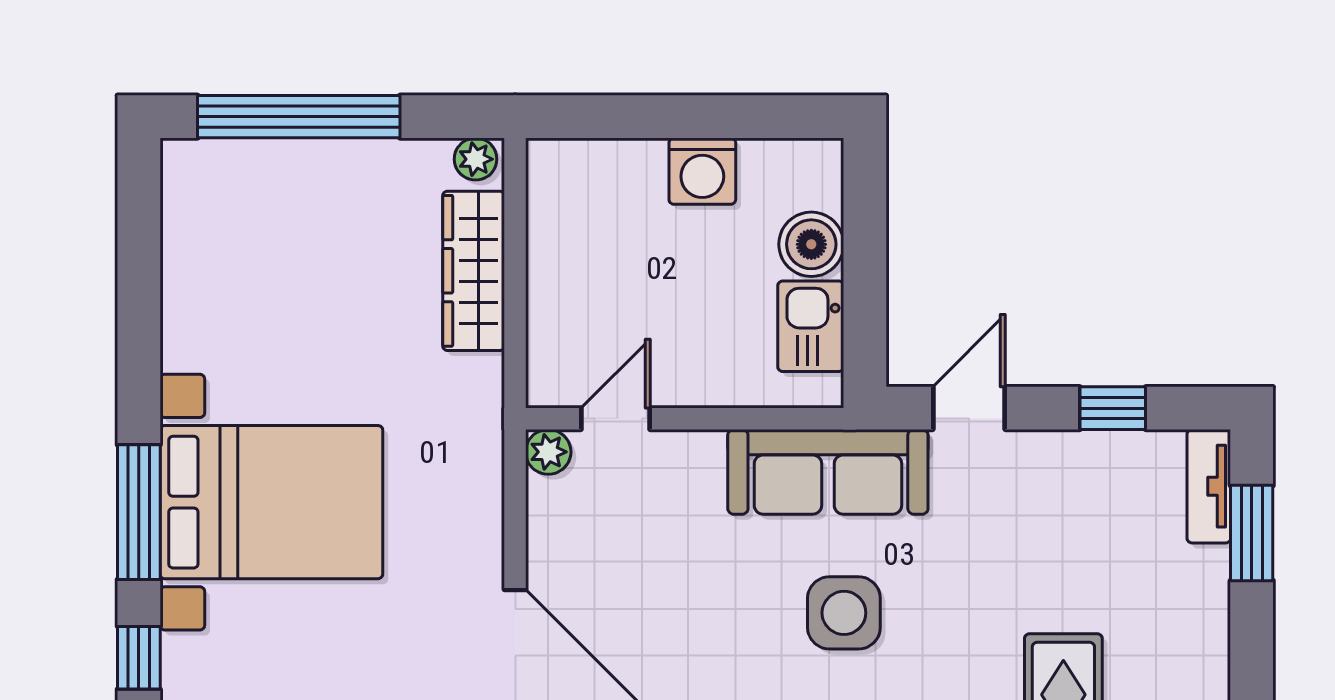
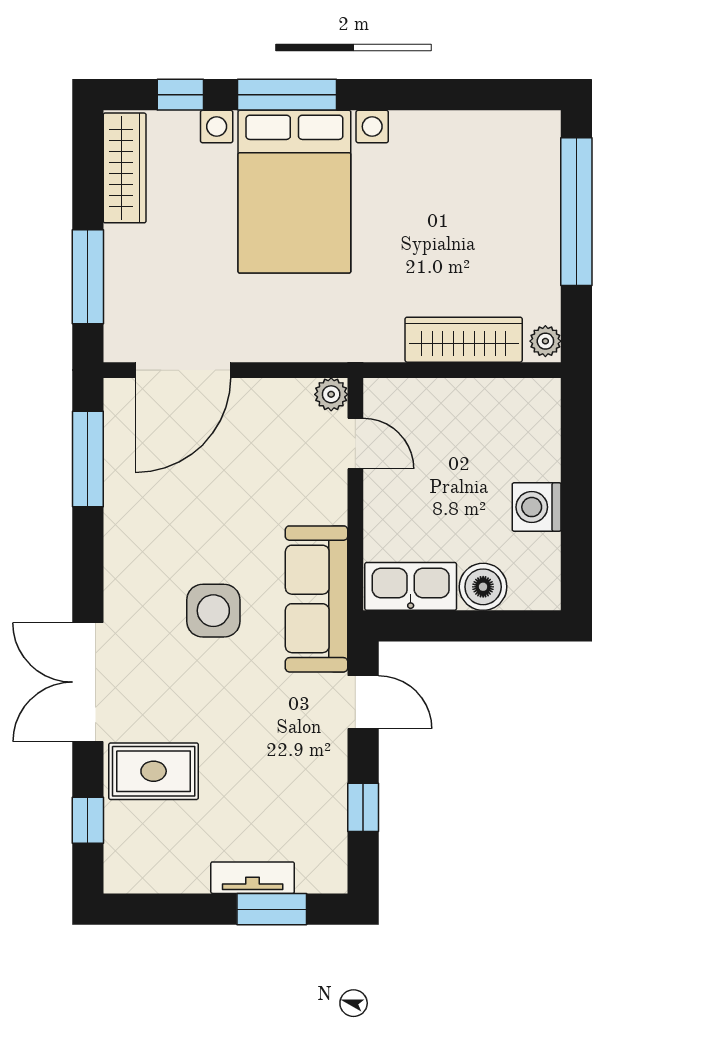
kitchen sink: (811, 326) -> (411, 586), width x1.38
tv unit: (1209, 486) -> (253, 878), moved

